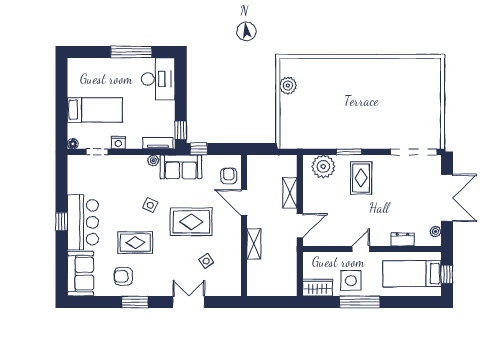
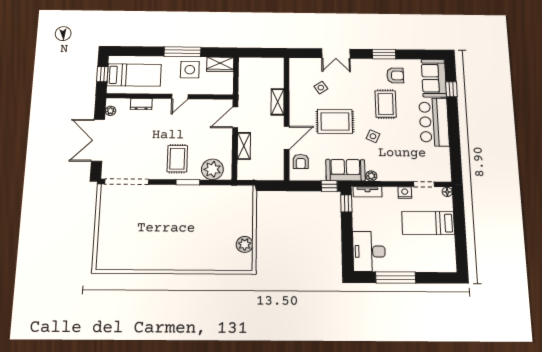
door: (244, 203) -> (287, 138), hinge flipped
window: (62, 222) -> (451, 89), moved
rug: (135, 243) -> (386, 104), turned 90

